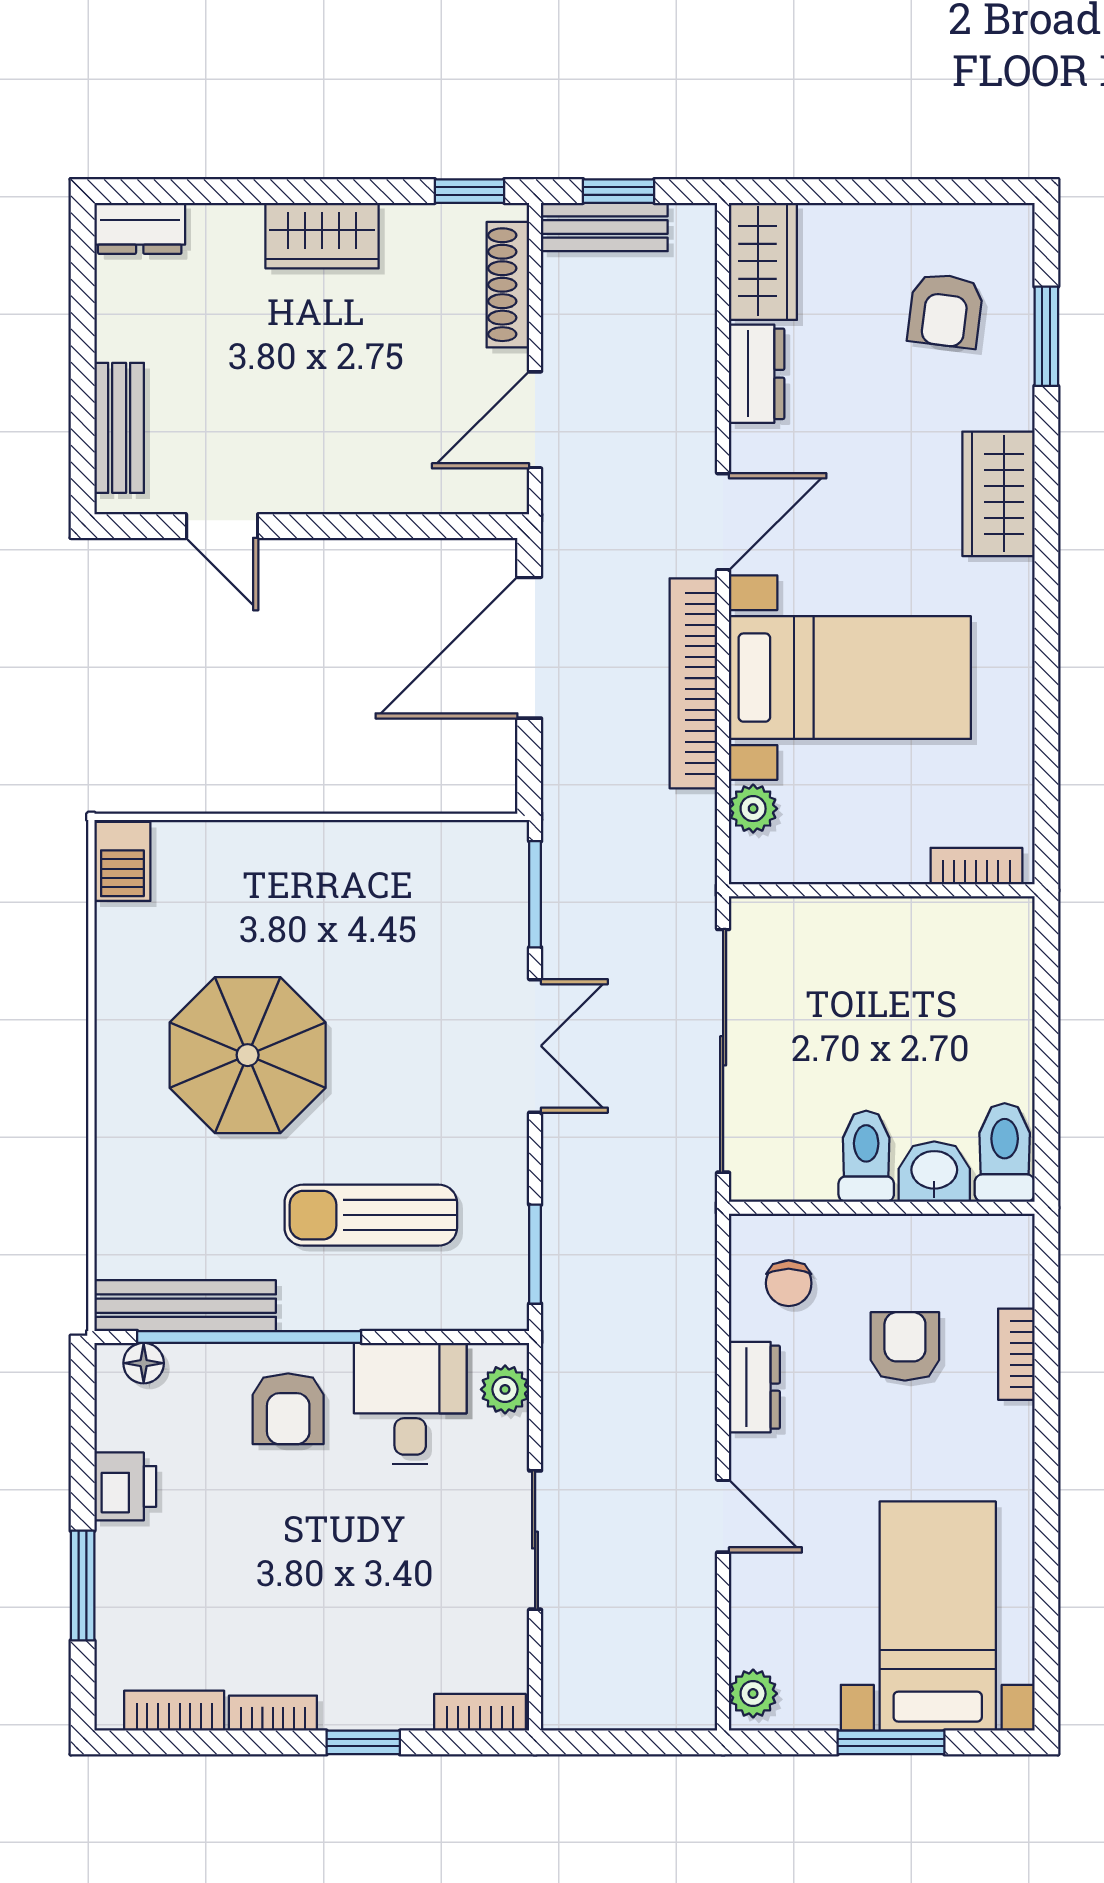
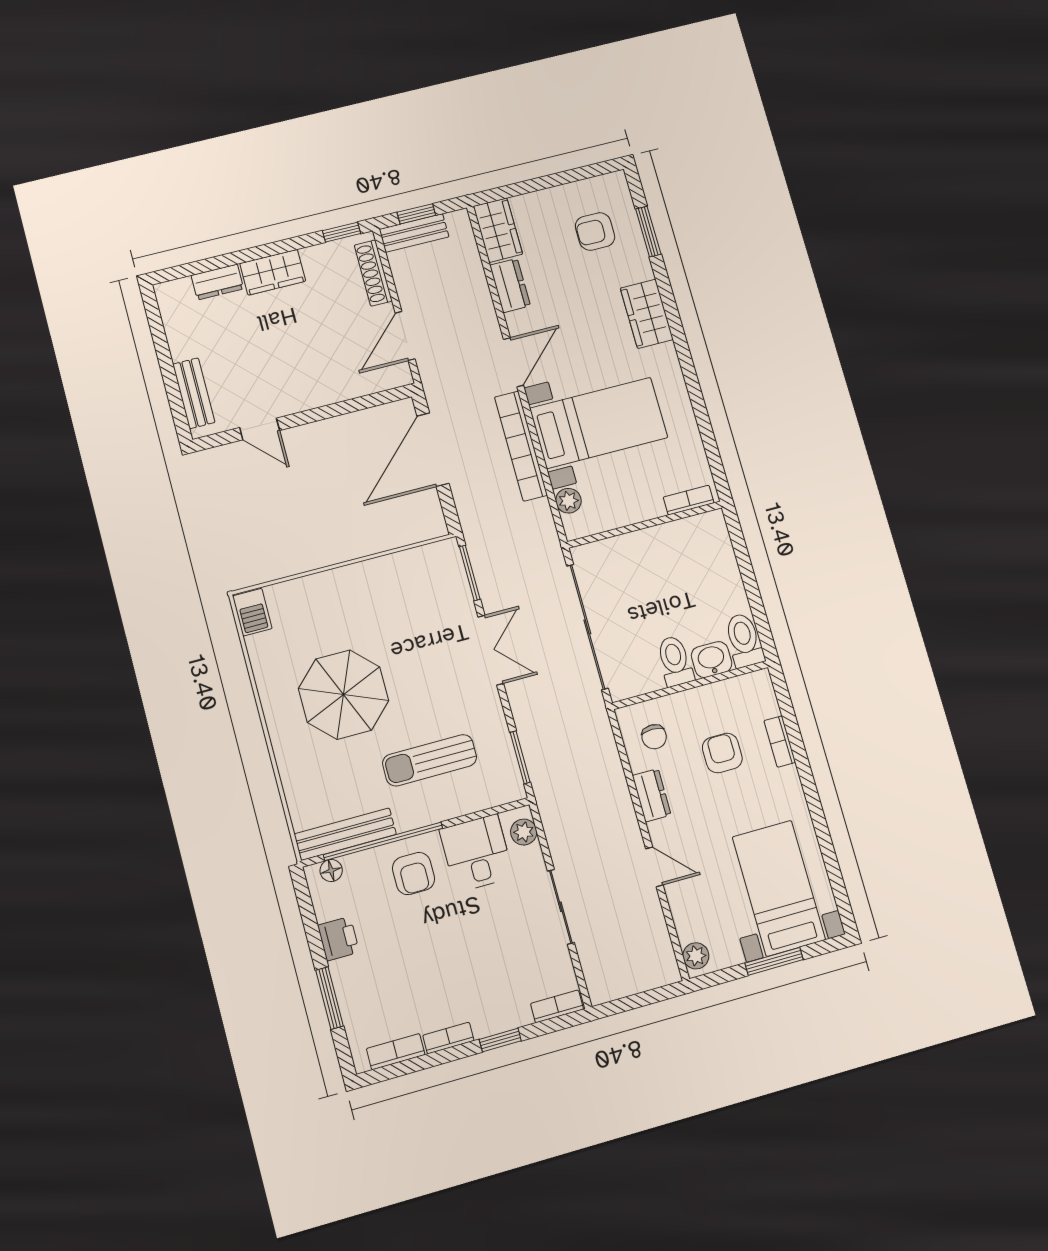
dresser: (140, 228) -> (217, 282), moved
armchair: (945, 310) -> (595, 231), turned 83

